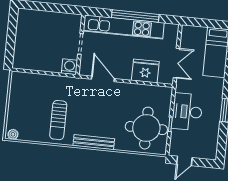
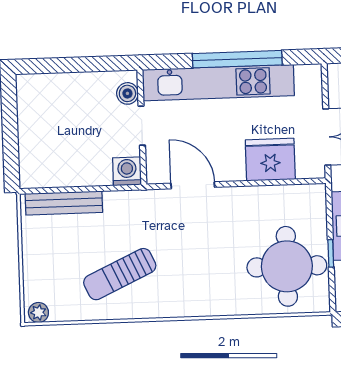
boiler: (75, 26) -> (127, 93), added
sun lounger: (58, 120) -> (120, 274), turned 65
bench: (94, 142) -> (64, 203), moved

